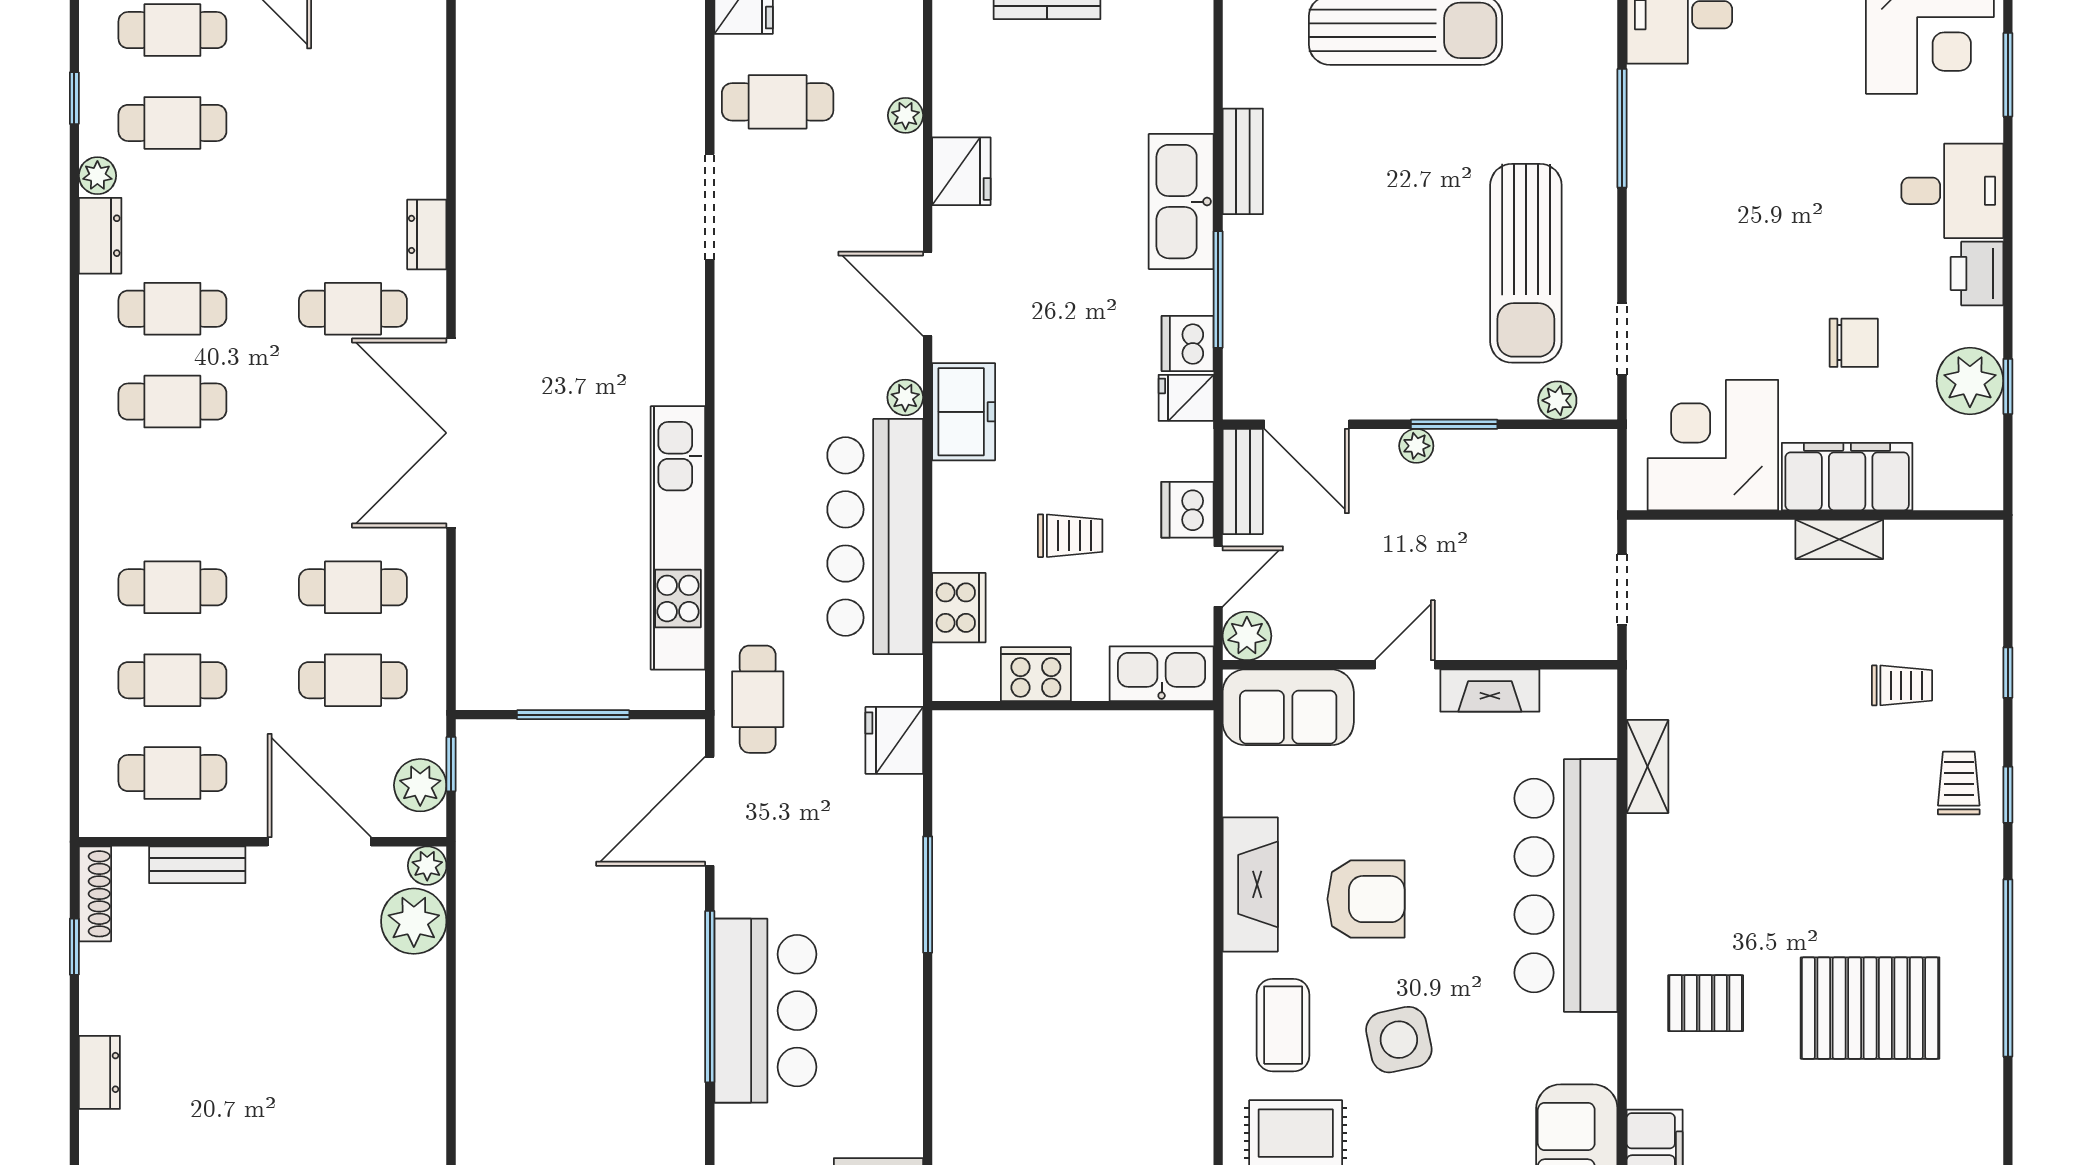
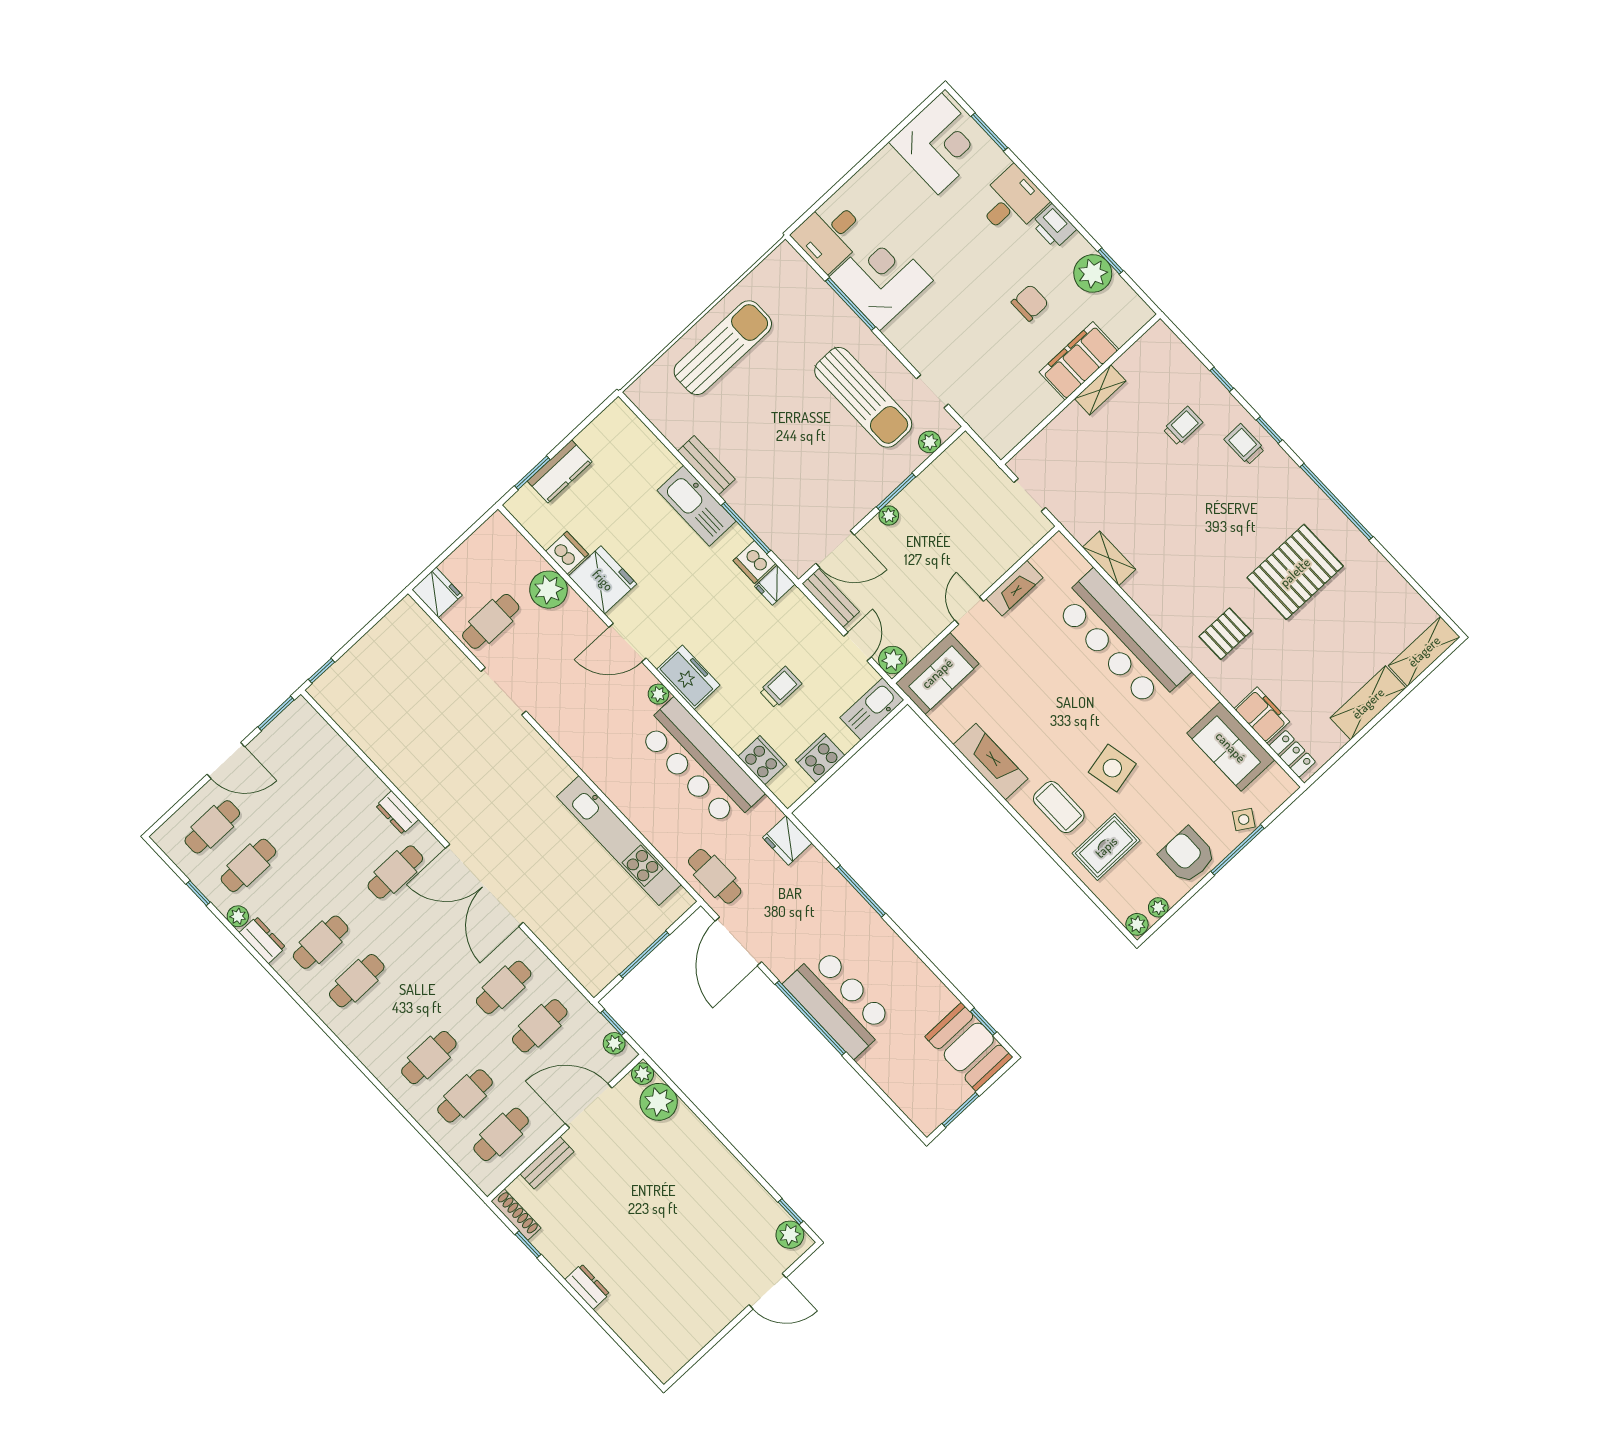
plant: (906, 115) -> (549, 590), width x1.88, depth x1.88
fridge: (961, 171) -> (603, 580), width x1.36, depth x1.34
corner desk: (1713, 445) -> (881, 279), moved, turned 90
dishwasher: (1187, 510) -> (567, 553), moved, turned 180
plant: (420, 785) -> (614, 1043), width x0.73, depth x0.73
armchair: (1366, 899) -> (1044, 723), removed

